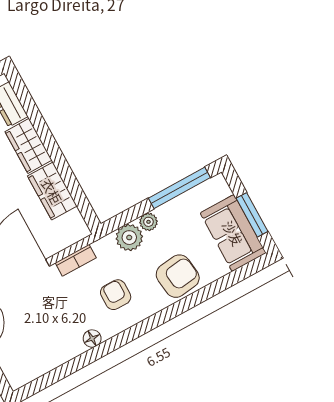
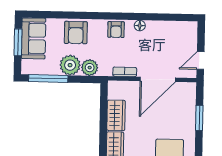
plant: (148, 222) -> (70, 65), width x1.88, depth x1.88
armchair: (178, 276) -> (76, 33), turned -83
armchair: (116, 295) -> (116, 30), moved

